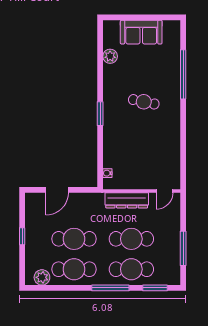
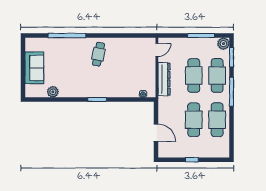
cafe table: (144, 102) -> (98, 54), moved
door: (165, 191) -> (157, 50), hinge flipped
plant: (42, 277) -> (223, 44), moved

